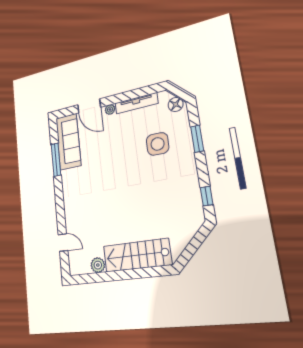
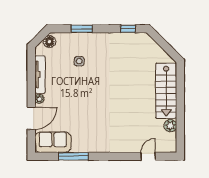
sofa: (68, 142) -> (53, 142), width x0.73
side table: (158, 144) -> (79, 61), width x0.54, depth x0.54

